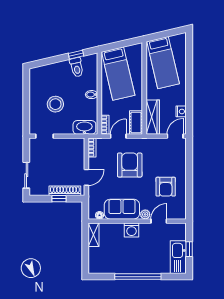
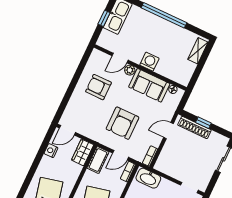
wardrobe: (153, 117) -> (83, 152), width x0.67
armchair: (166, 187) -> (98, 87), turned -90
shelving: (94, 235) -> (198, 51), moved

